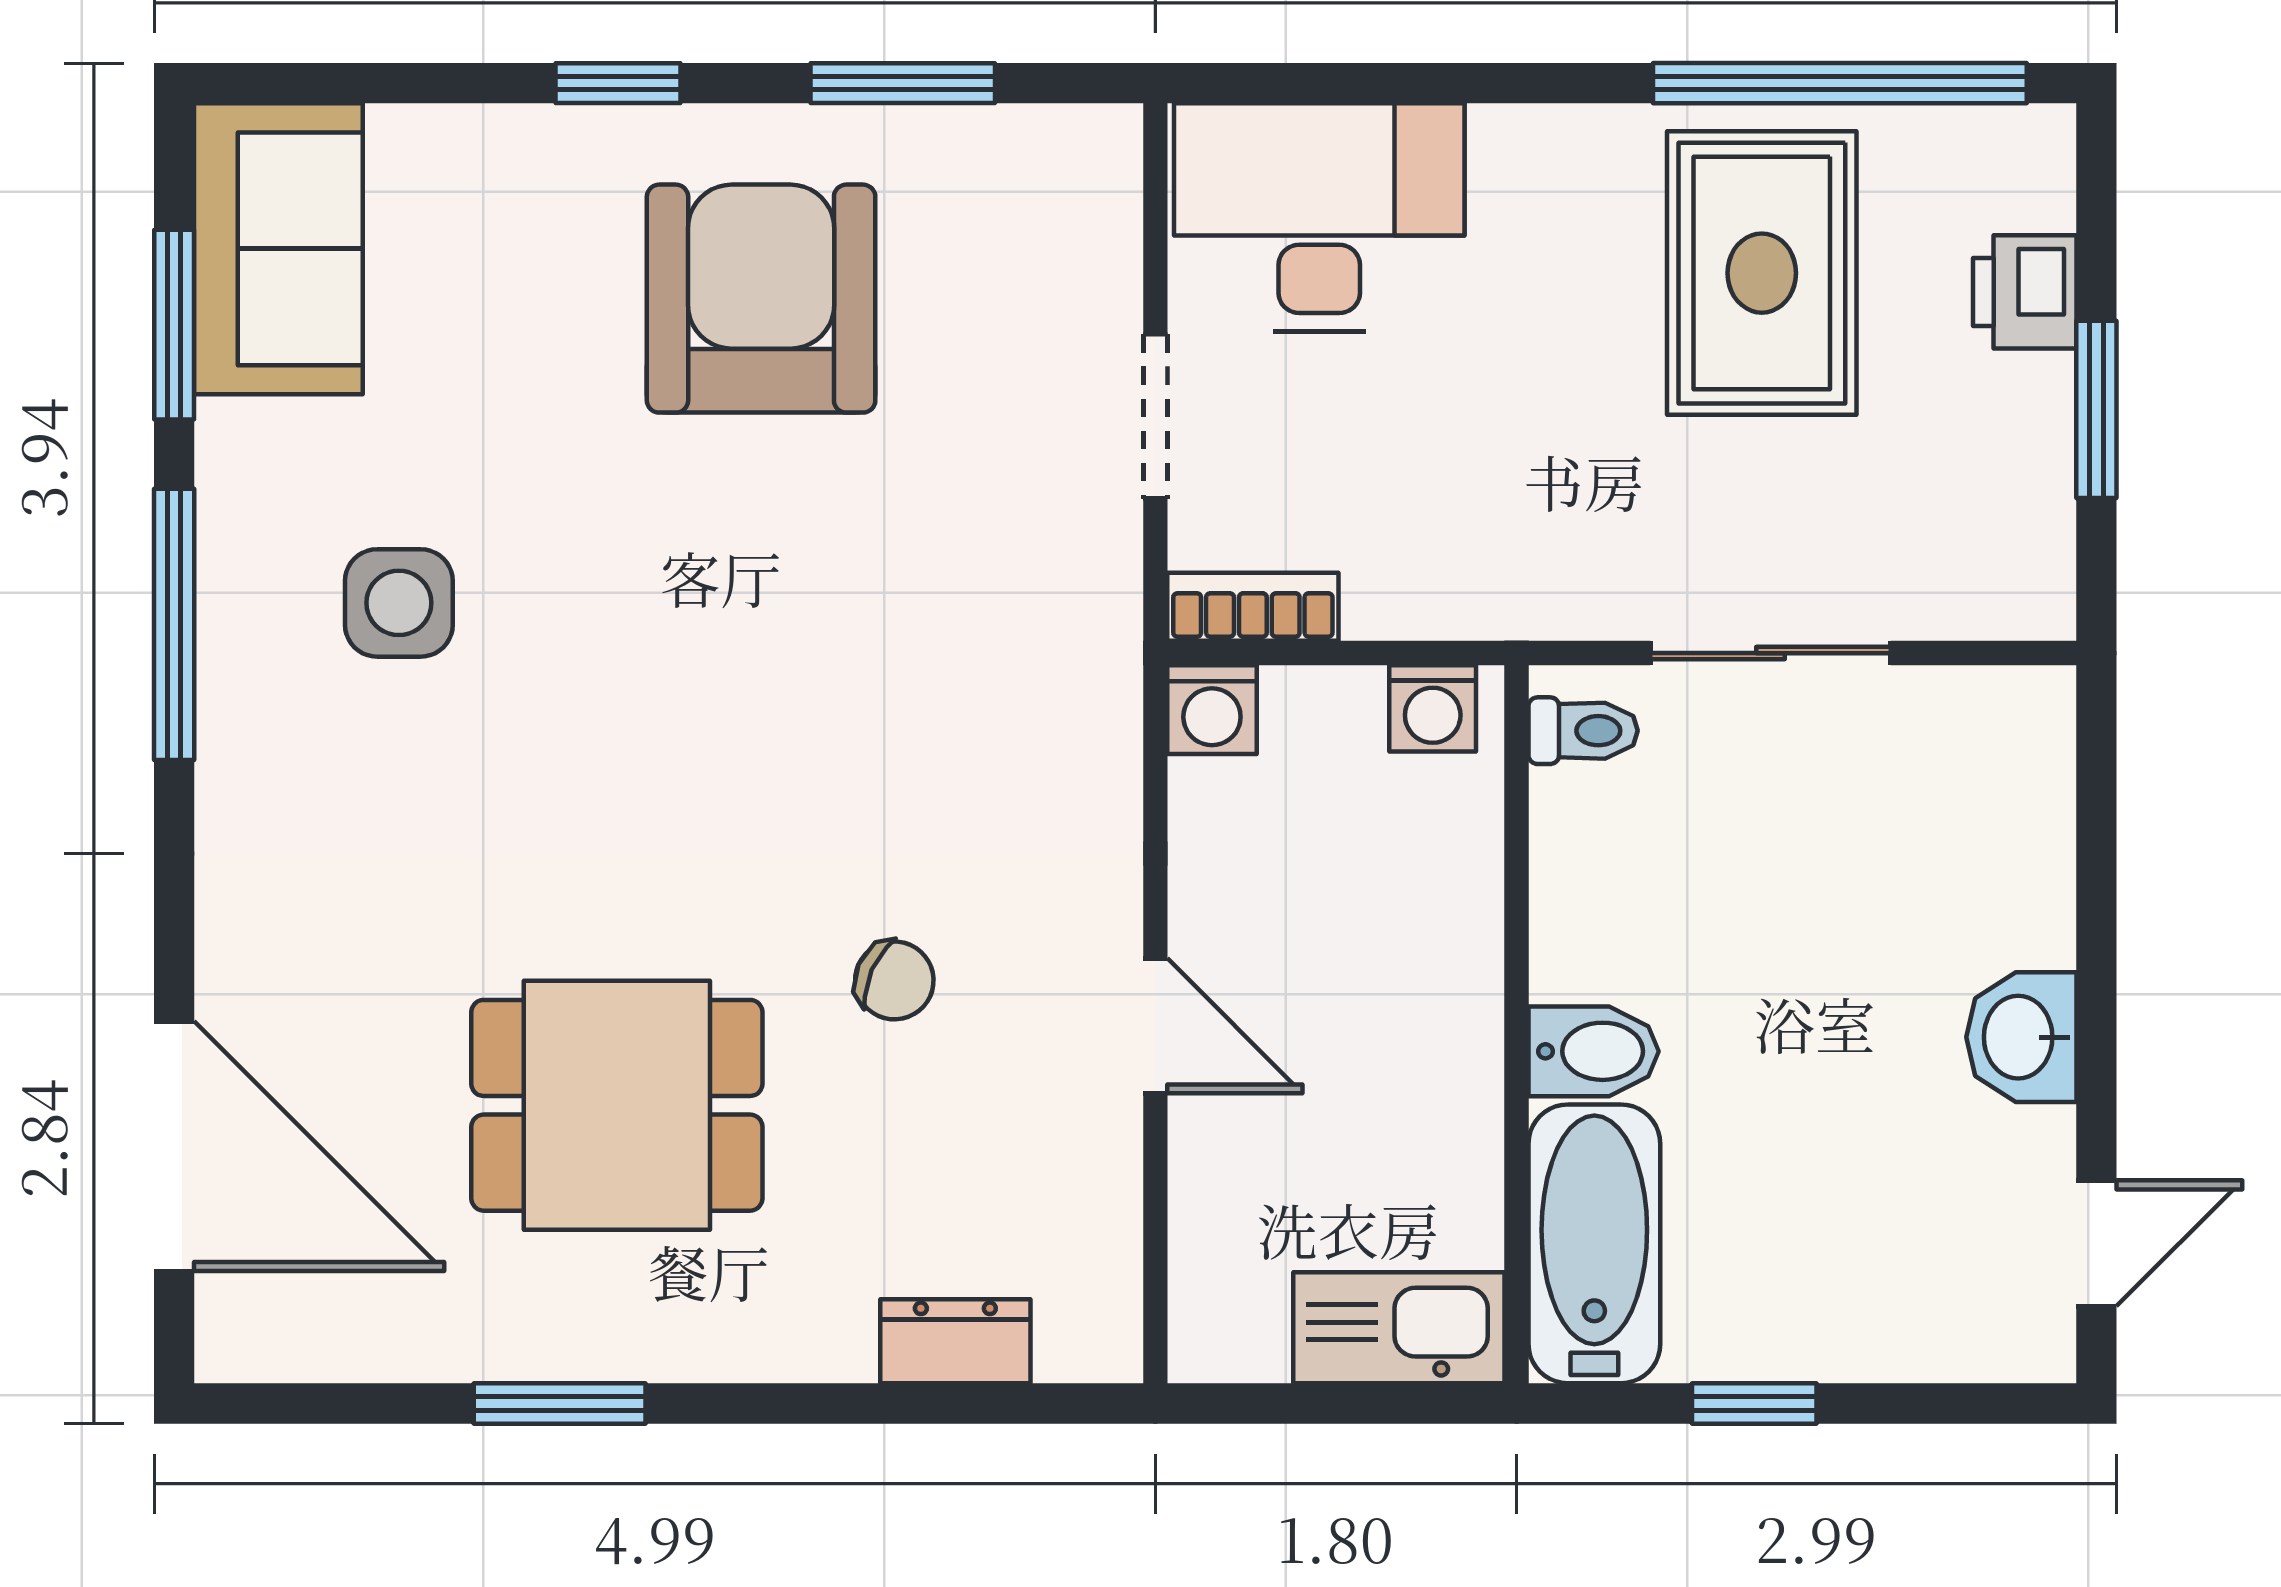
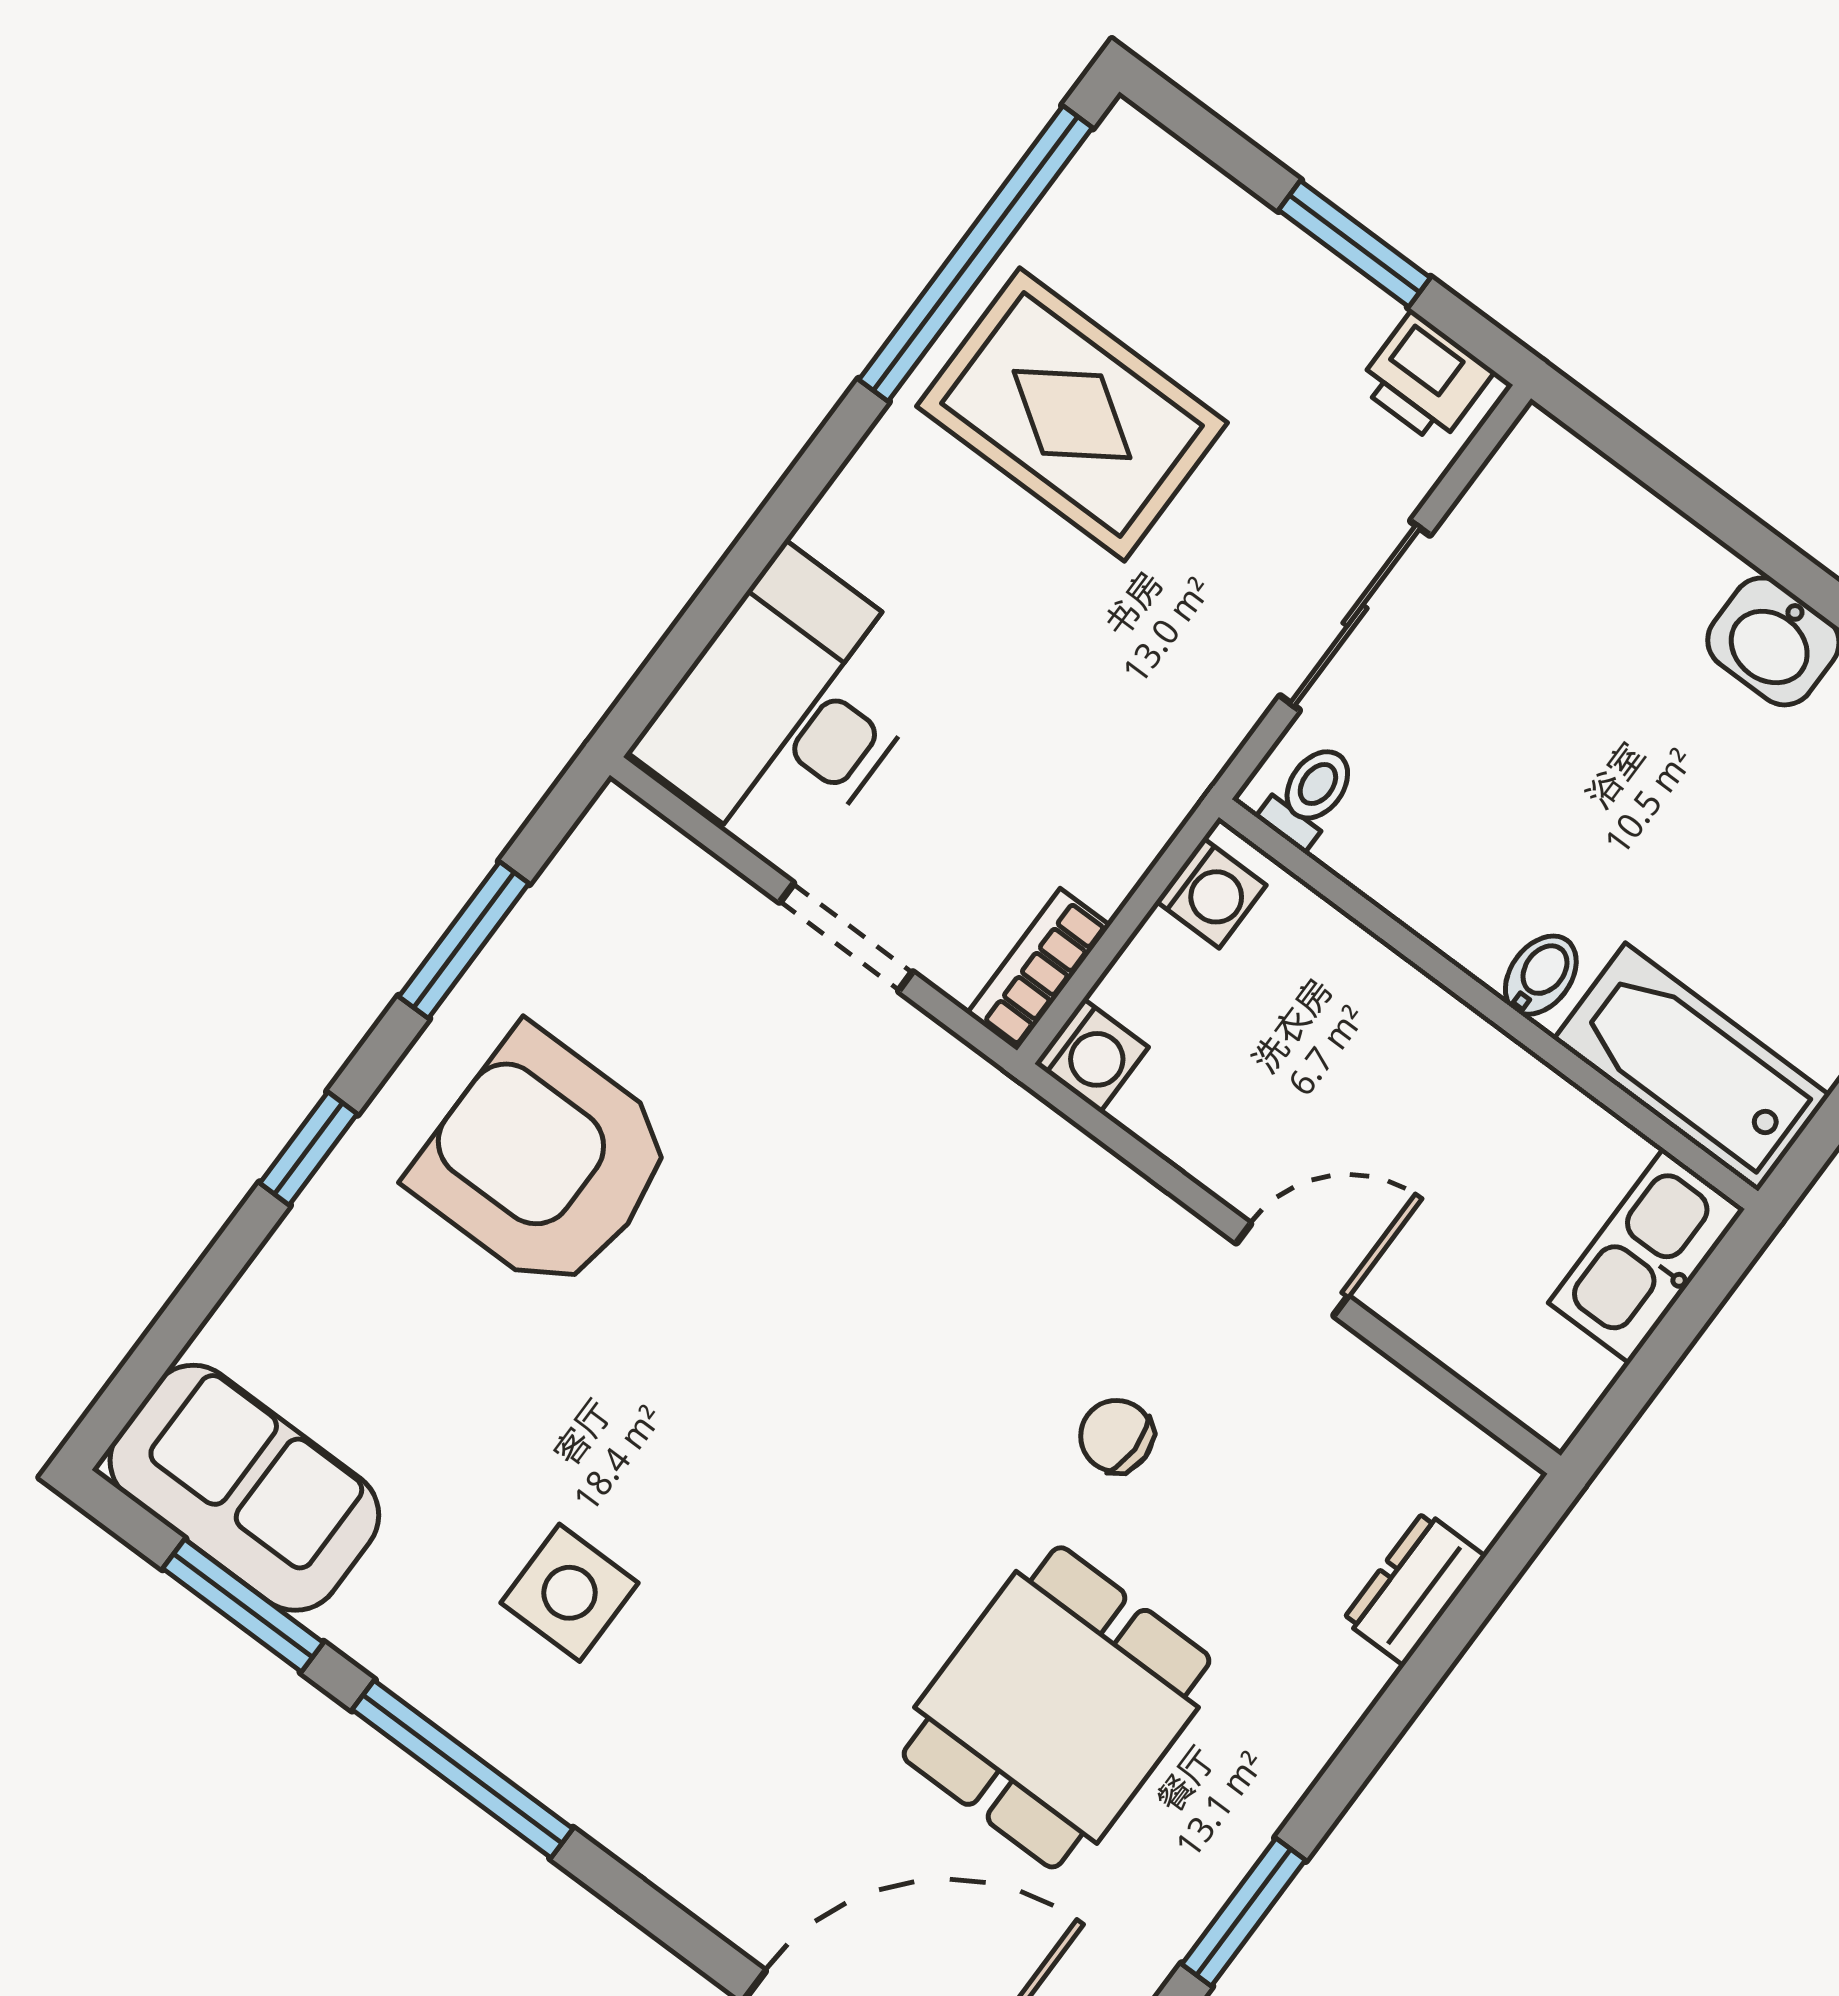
printer: (2025, 292) -> (1425, 378), moved
chair: (894, 980) -> (1116, 1436), turned -114
bidet: (1594, 1051) -> (1541, 975), width x0.72, depth x0.74

